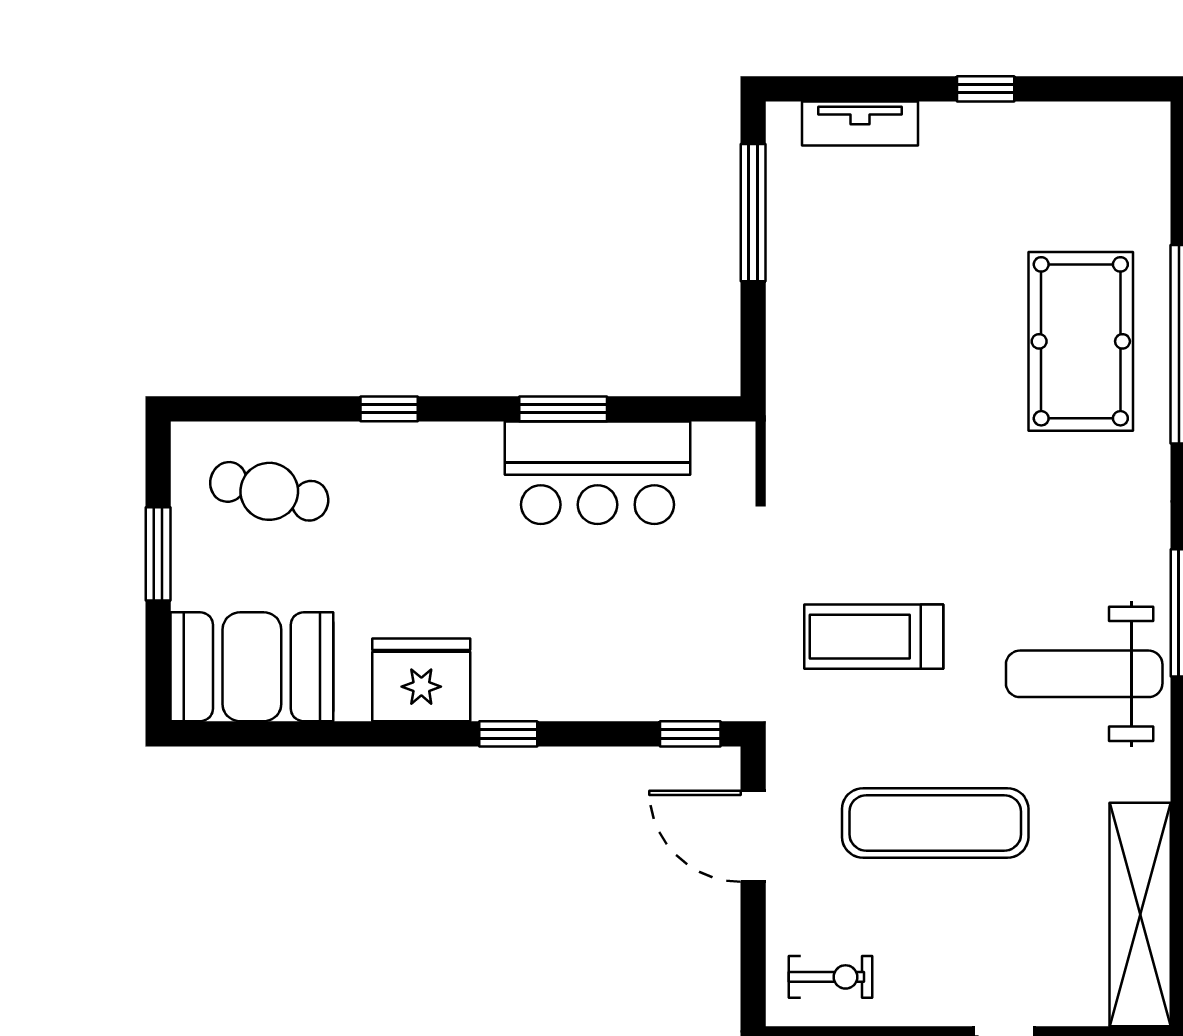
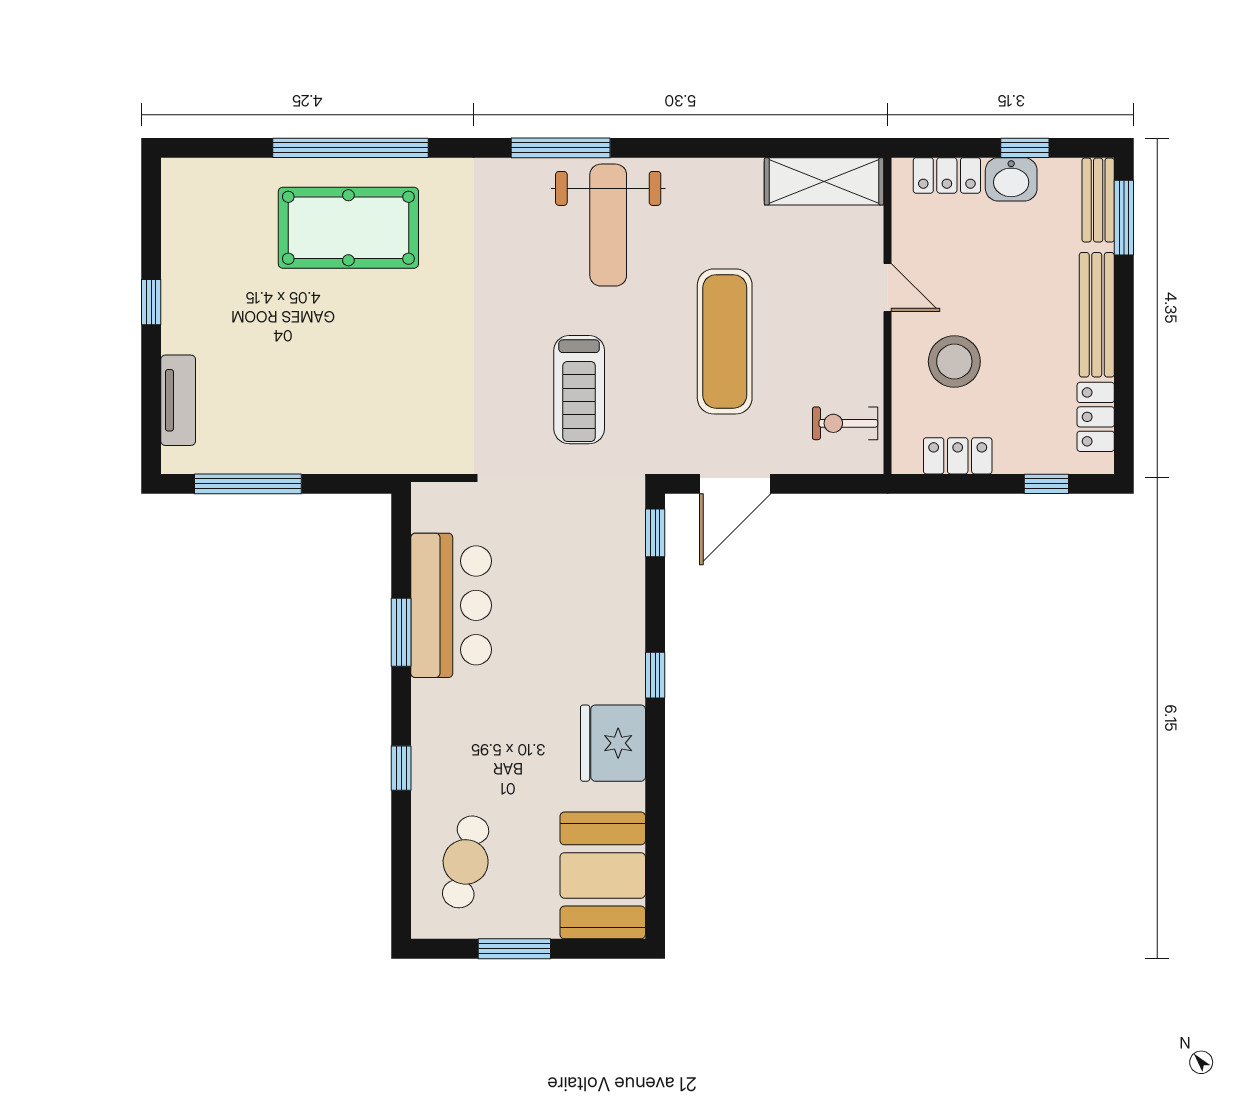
shelving: (1140, 915) -> (824, 181), width x0.68
exercise bike: (831, 977) -> (845, 423), turned -90

